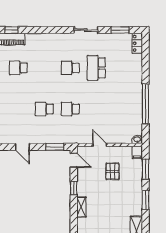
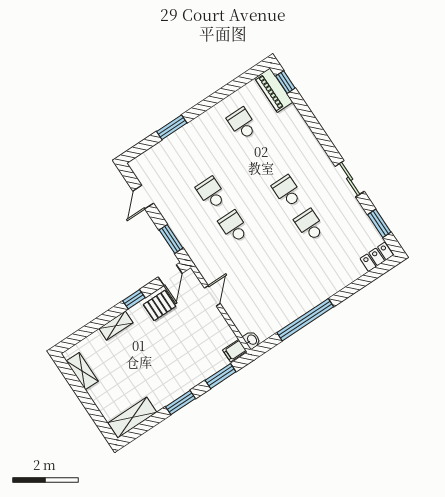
school desk: (96, 68) -> (309, 225), width x0.54
pallet: (113, 171) -> (160, 305), moved

